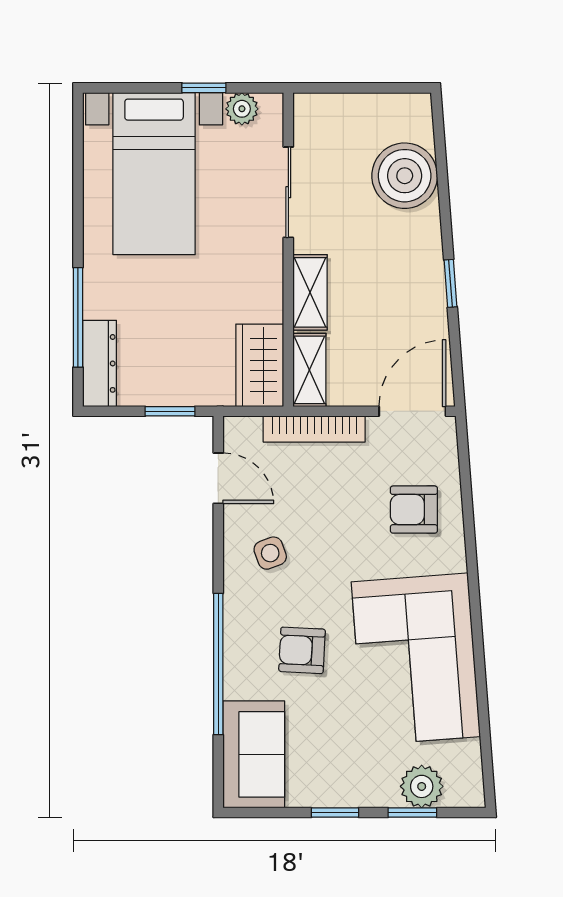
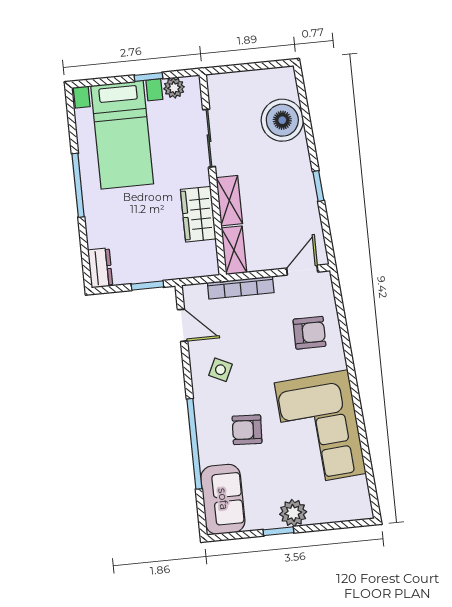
window: (78, 317) -> (78, 185), moved
dresser: (99, 363) -> (100, 268), width x0.70
wardrobe: (260, 365) -> (198, 214), moved
door: (412, 411) -> (302, 270), width x0.73
armchair: (414, 510) -> (309, 333), turned 180
side table: (270, 553) -> (220, 370), turned 45
plant: (422, 786) -> (293, 513), moved
window: (412, 813) -> (328, 526), removed

